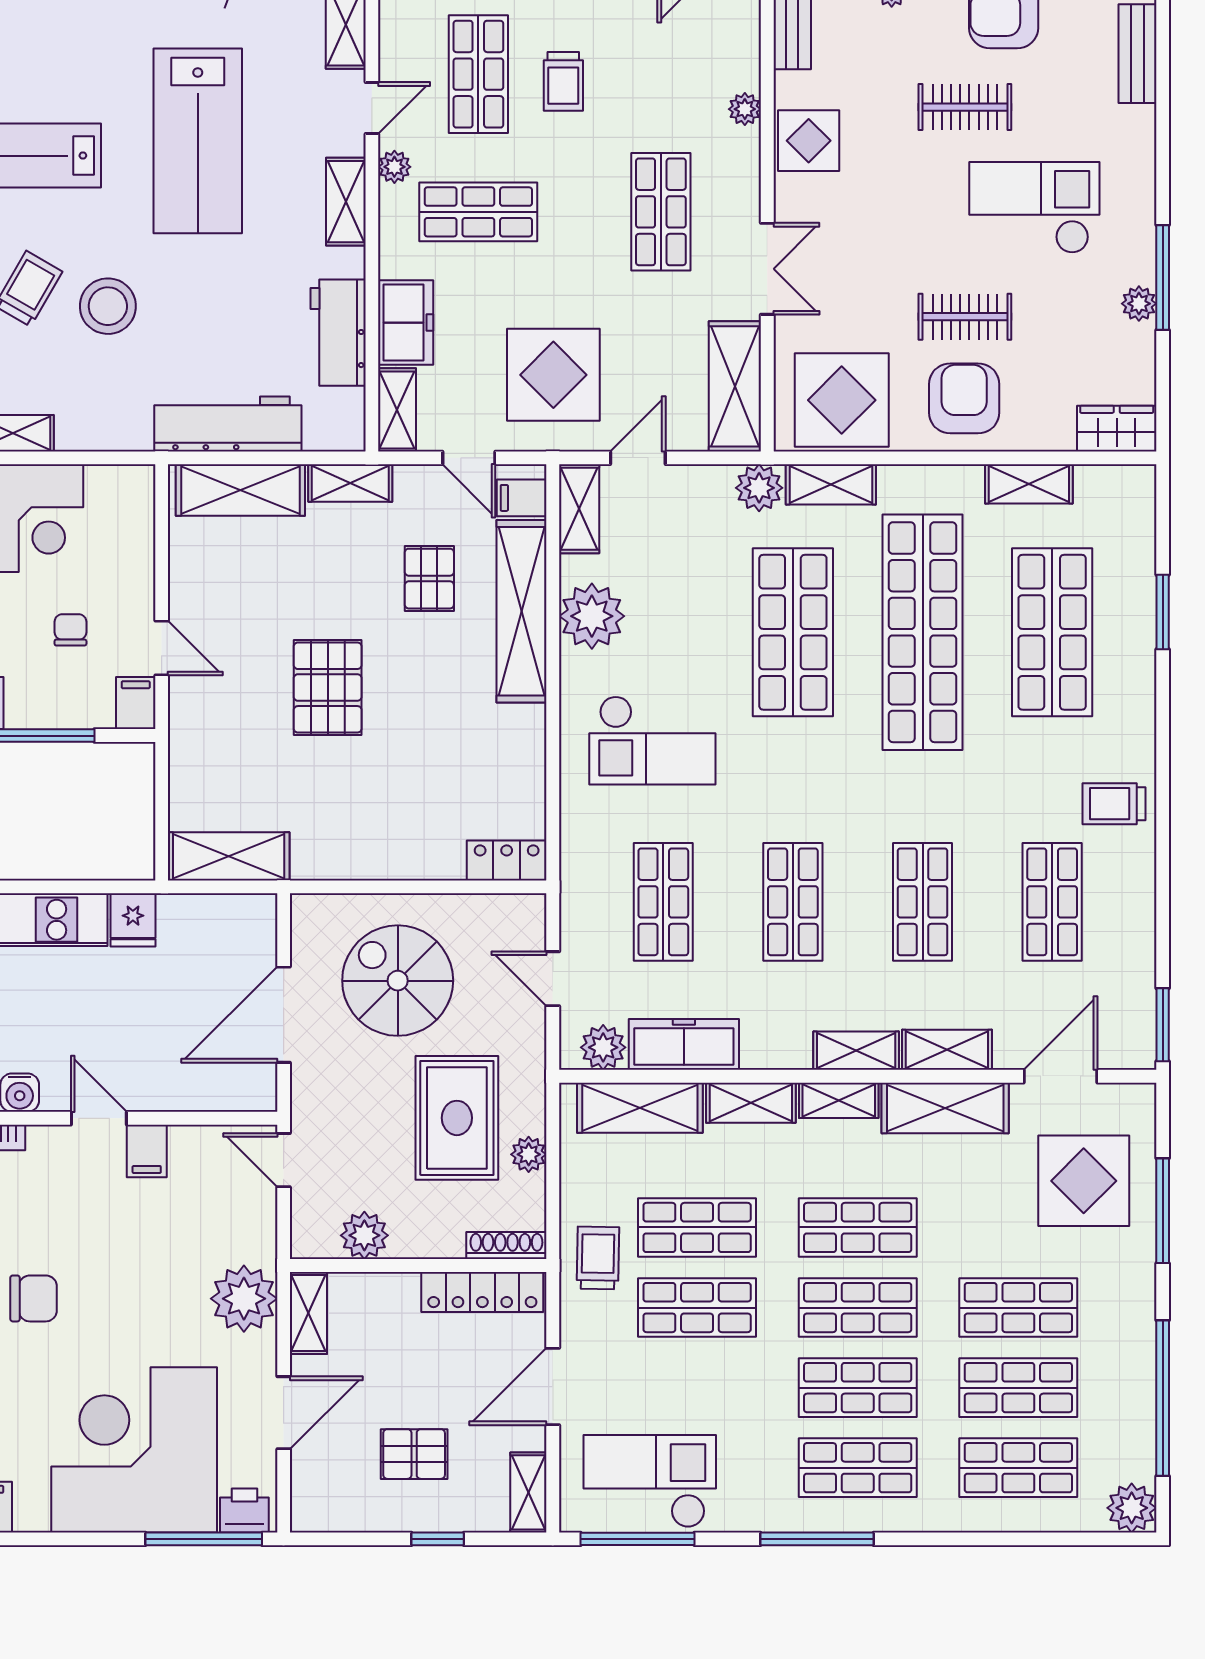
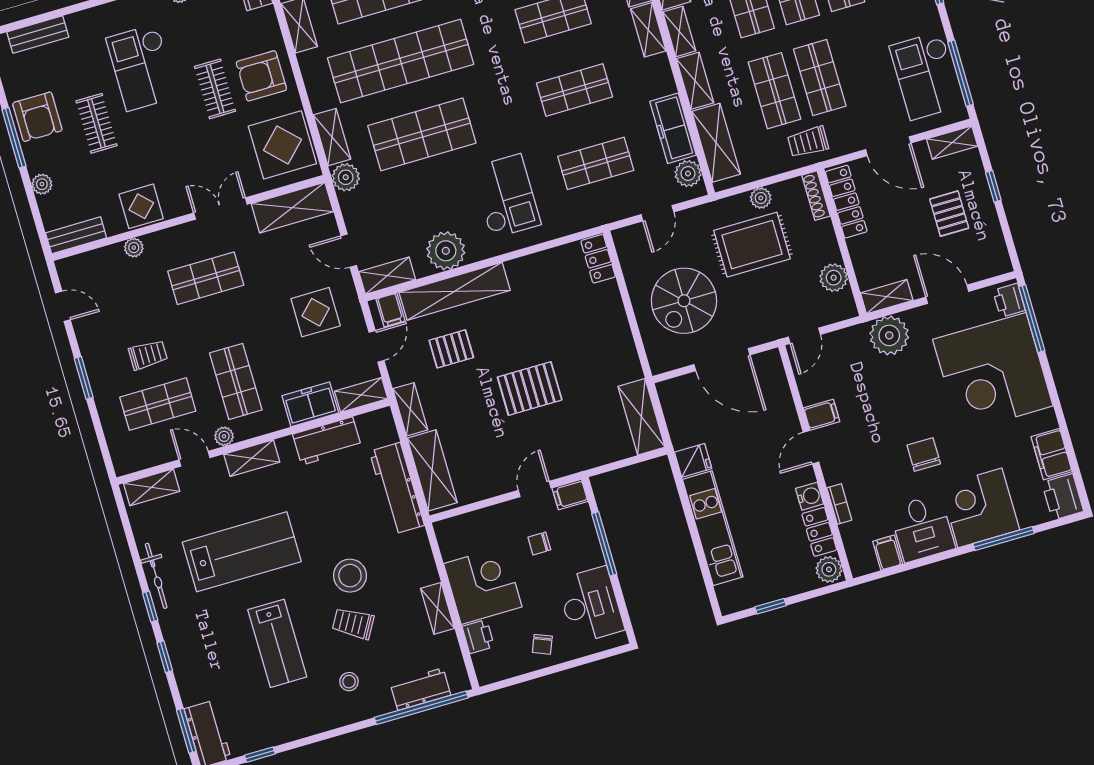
display table: (553, 375) -> (316, 312), width x0.73, depth x0.73

